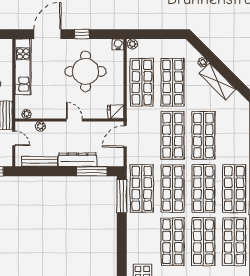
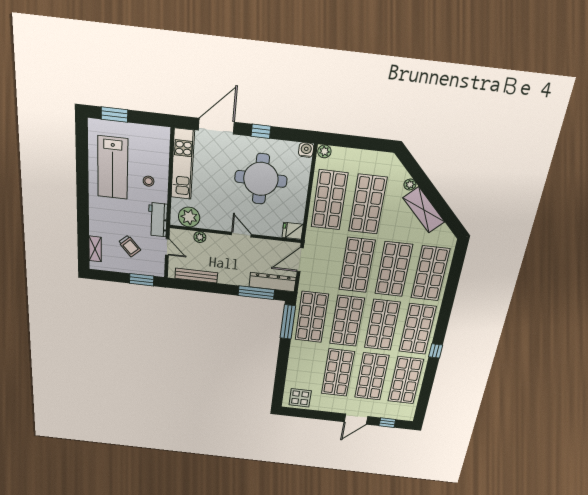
plant: (26, 114) -> (189, 217), width x1.87, depth x1.87
shop shelf: (234, 135) -> (430, 273), added
dresser: (77, 160) -> (273, 282), moved

